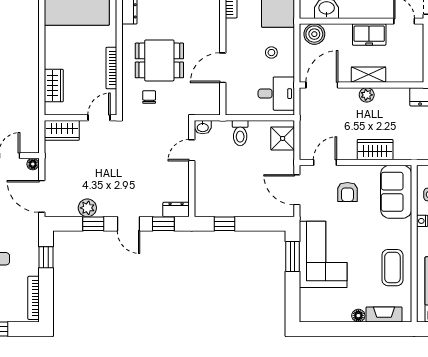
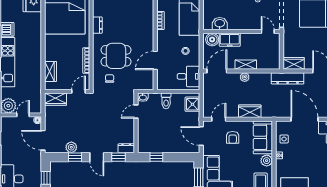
freezer: (369, 35) -> (230, 40), moved
plant: (402, 229) -> (267, 161), added

